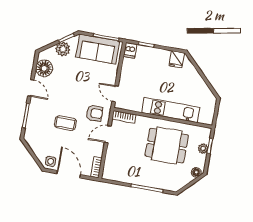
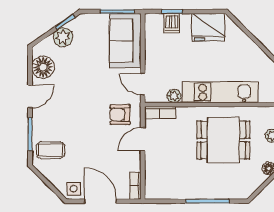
sofa: (98, 49) -> (125, 41), moved, turned 90
dishwasher: (130, 50) -> (172, 23), moved
fridge: (177, 59) -> (208, 27), width x1.88, depth x1.34
door: (31, 88) -> (30, 96), hinge flipped
plant: (136, 107) -> (174, 96), added
armchair: (94, 113) -> (120, 115), turned 180
coffee table: (65, 123) -> (50, 150), moved

